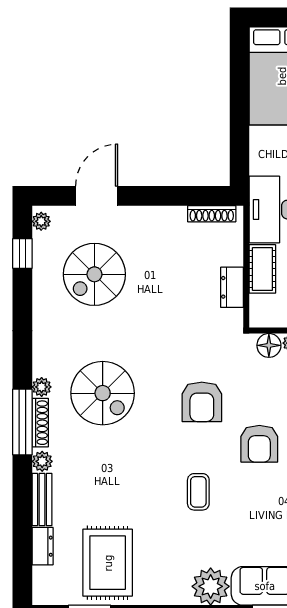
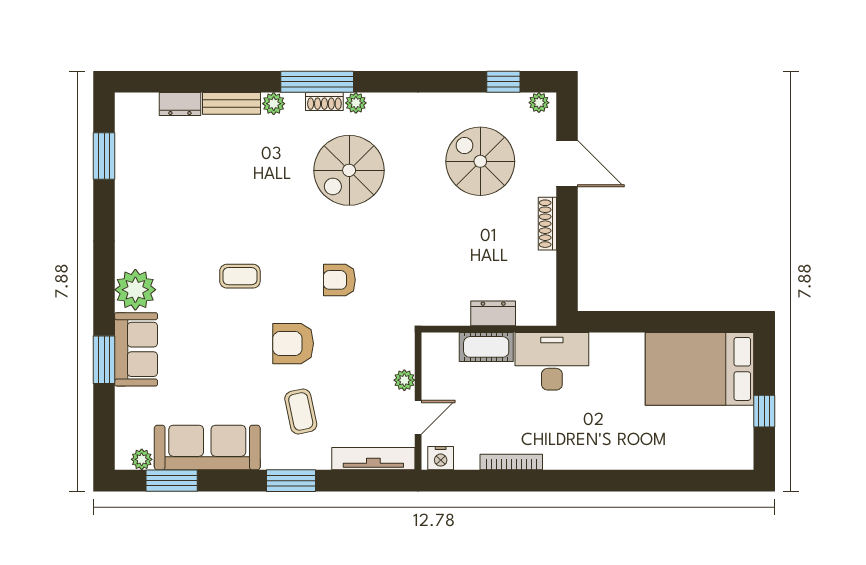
shoe rack: (212, 214) -> (547, 224), moved
dresser: (232, 287) -> (493, 313), moved
floor lamp: (269, 345) -> (402, 354), removed
armchair: (202, 402) -> (339, 280), width x0.72, depth x0.72
shoe rack: (40, 423) -> (324, 101), width x0.70
rug: (108, 563) -> (162, 176), removed

